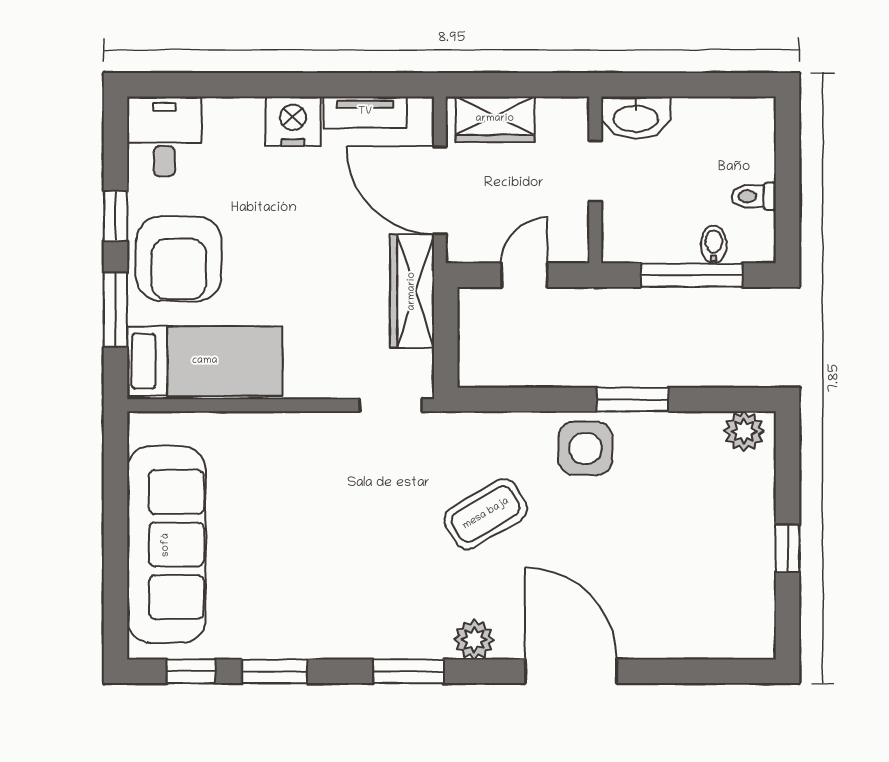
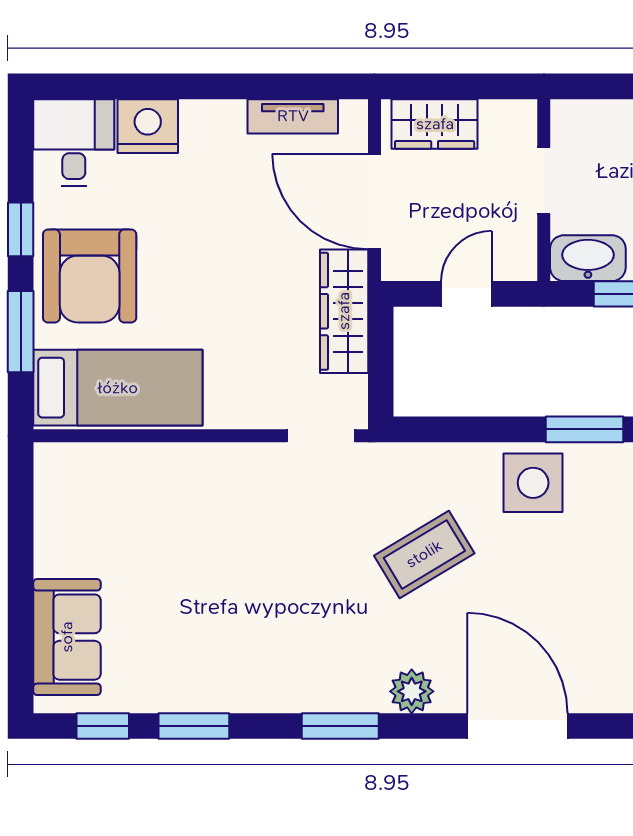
washbasin: (636, 118) -> (588, 258), moved, turned 180
nightstand: (293, 121) -> (148, 126), moved
sofa: (166, 545) -> (67, 637), width x0.54, depth x0.79

